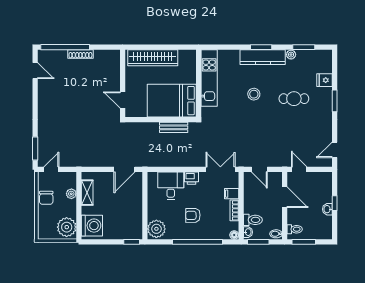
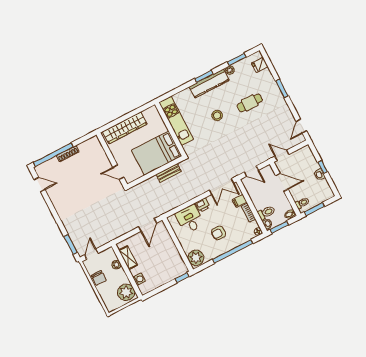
fridge: (324, 80) -> (260, 65), moved
double door: (220, 169) -> (221, 187), swing flipped
washing machine: (92, 226) -> (139, 279), width x0.53, depth x0.53

